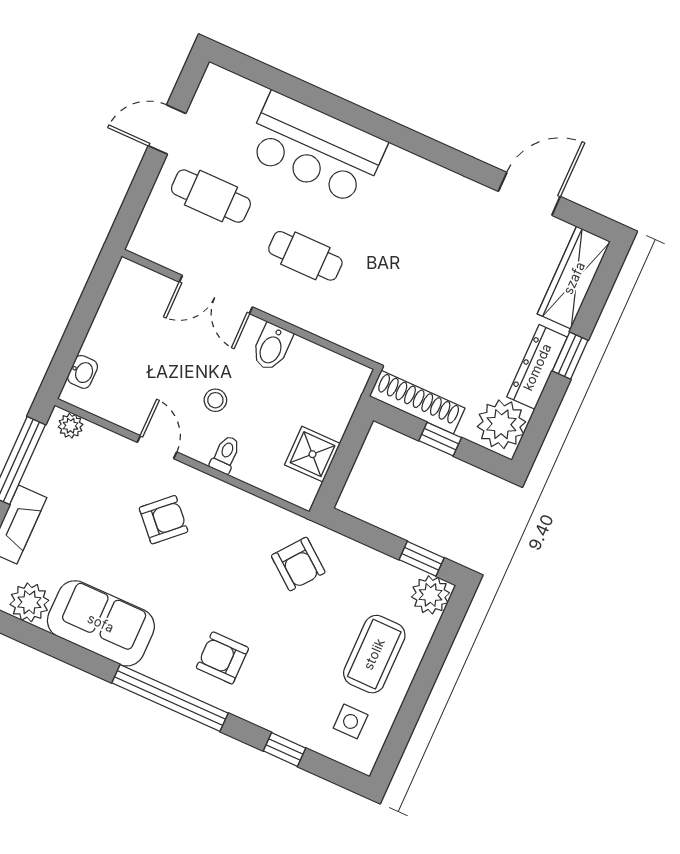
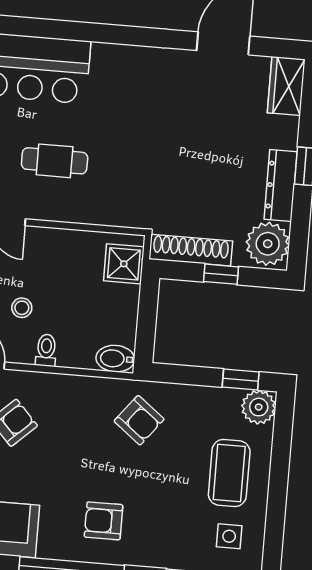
wardrobe: (574, 278) -> (286, 86), width x0.67
bidet: (272, 347) -> (115, 359), moved, turned 90
shower: (312, 454) -> (124, 264), moved

